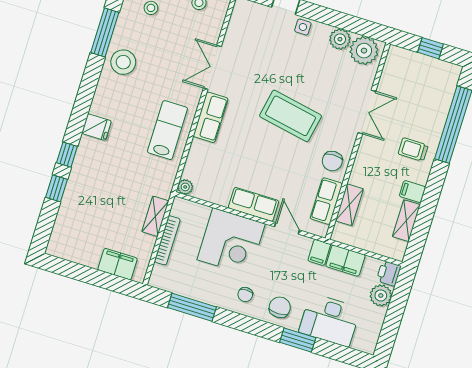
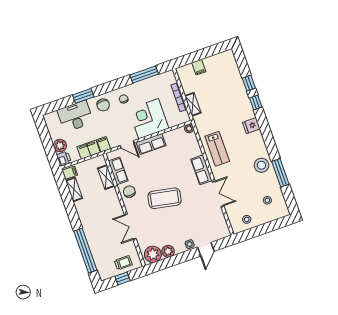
trolley: (413, 150) -> (123, 263), moved
filing cabinet: (413, 192) -> (70, 173), moved
filing cabinet: (118, 264) -> (199, 67), width x0.50

